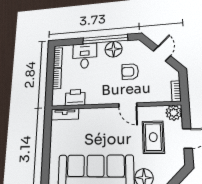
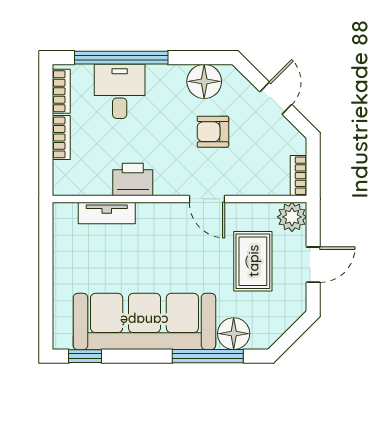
window: (105, 39) -> (121, 58), moved
floor lamp: (113, 49) -> (204, 81), moved
printer: (75, 97) -> (133, 180), moved
tv unit: (65, 114) -> (107, 213), moved

